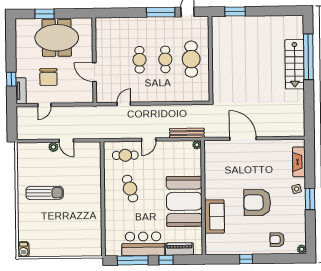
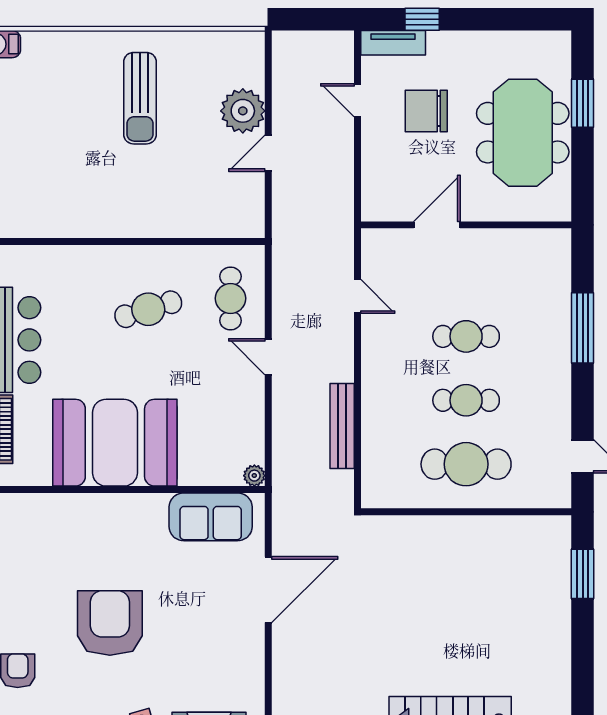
window: (161, 12) -> (583, 328), moved
bench: (187, 133) -> (342, 426), moved
plant: (53, 147) -> (243, 111), width x1.88, depth x1.88
sofa: (214, 217) -> (211, 517), moved

